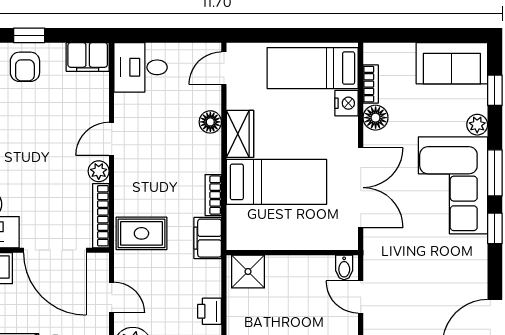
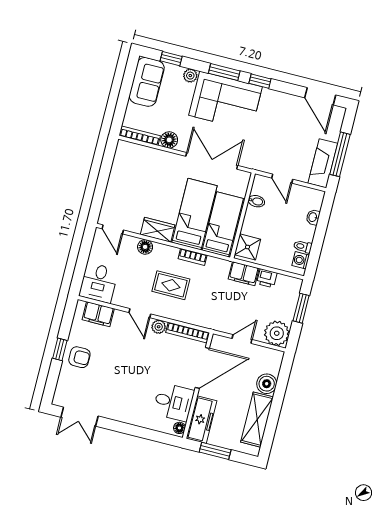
filing cabinet: (88, 57) -> (98, 314), moved, turned 90
bed: (313, 68) -> (223, 224), moved, turned 180
bookcase: (371, 84) -> (140, 136), width x1.56
nightstand: (346, 103) -> (155, 156), removed
rug: (141, 233) -> (171, 285), moved, turned 90
filing cabinet: (208, 238) -> (244, 274), moved
bidet: (344, 268) -> (256, 201), moved
door: (361, 297) -> (282, 179), hinge flipped

